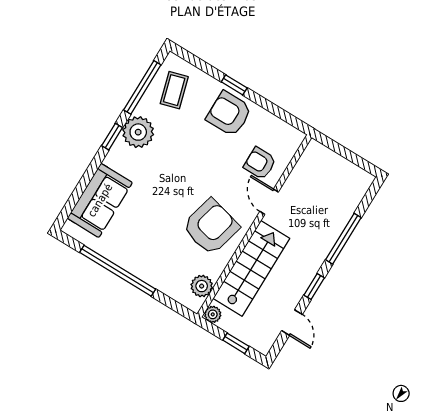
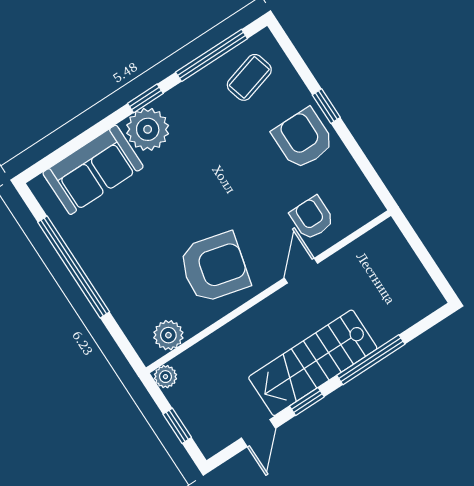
plant: (138, 132) -> (148, 129), moved
stairs: (251, 268) -> (313, 363), moved, turned 180

